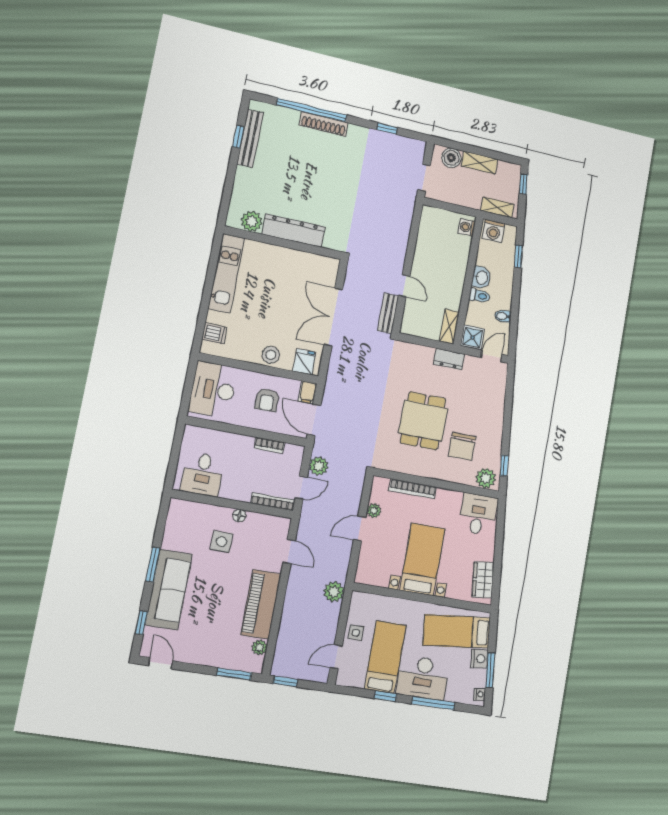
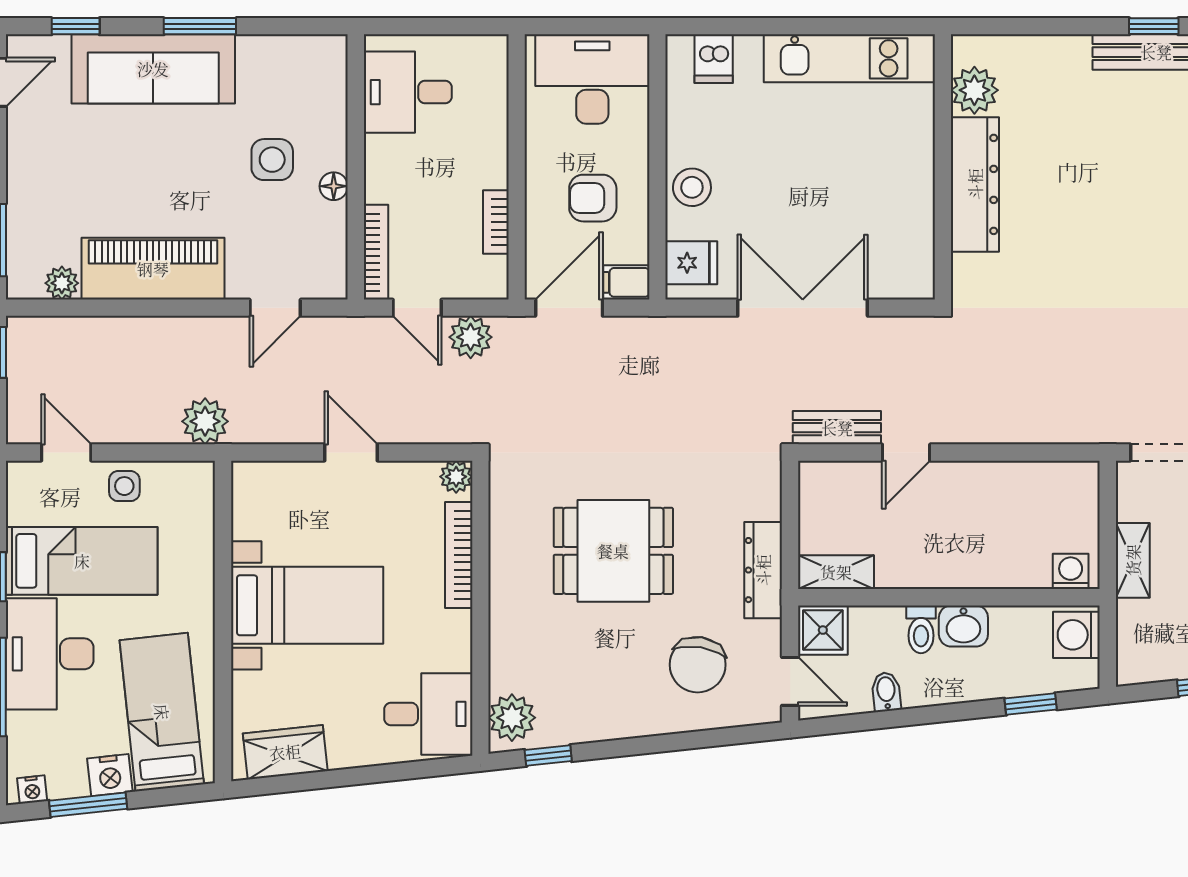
shelving: (497, 207) -> (1133, 560), moved
dresser: (449, 359) -> (763, 570), width x1.44
chair: (462, 446) -> (698, 665), moved, turned -81
plant: (374, 511) -> (456, 477), moved

